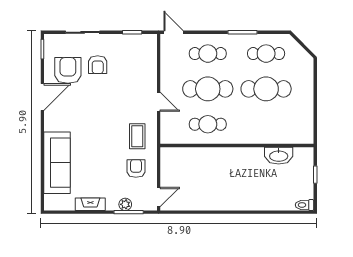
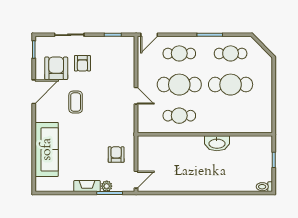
door: (174, 32) -> (149, 35), swing flipped
coffee table: (137, 136) -> (76, 102), moved
washbasin: (279, 156) -> (217, 143), moved
fireplace: (90, 204) -> (87, 186), moved

